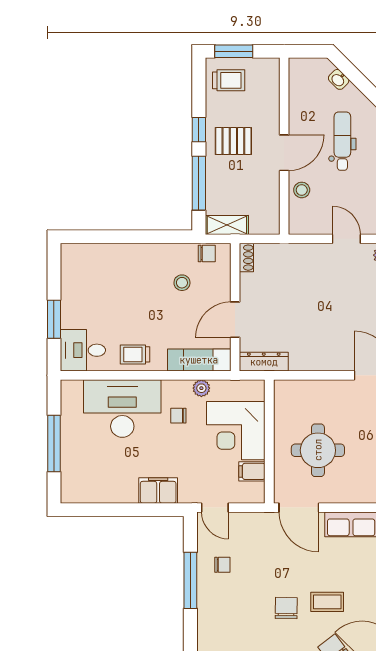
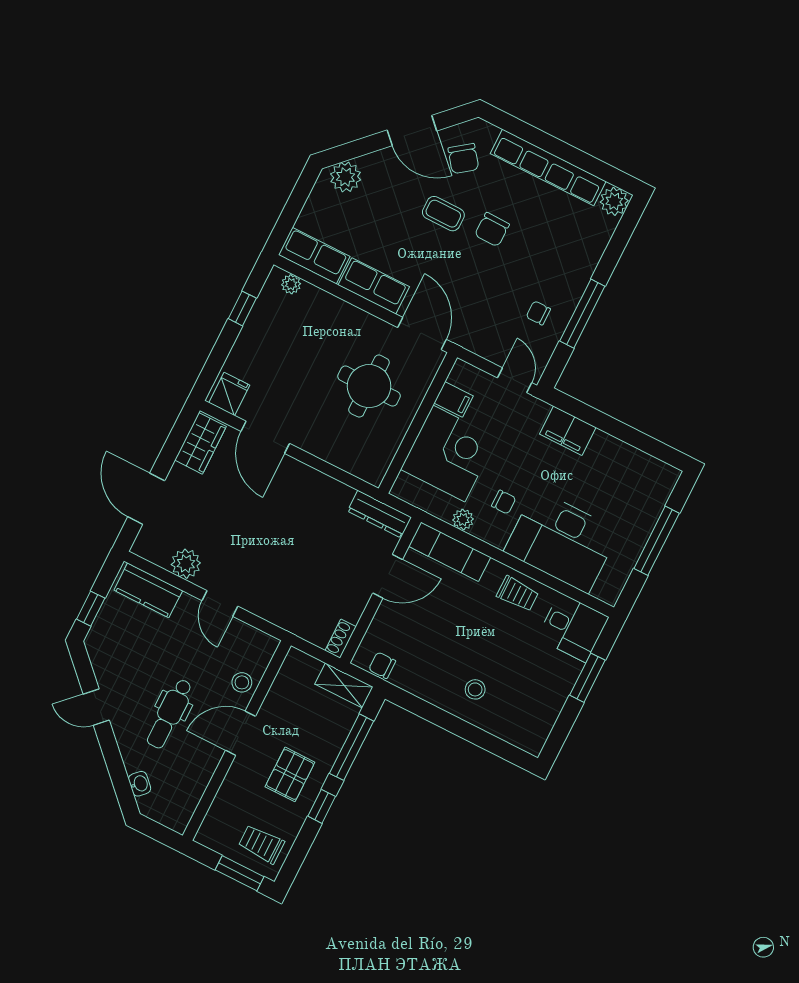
pallet: (233, 141) -> (290, 774), turned 90
stool: (182, 283) -> (475, 689), moved

